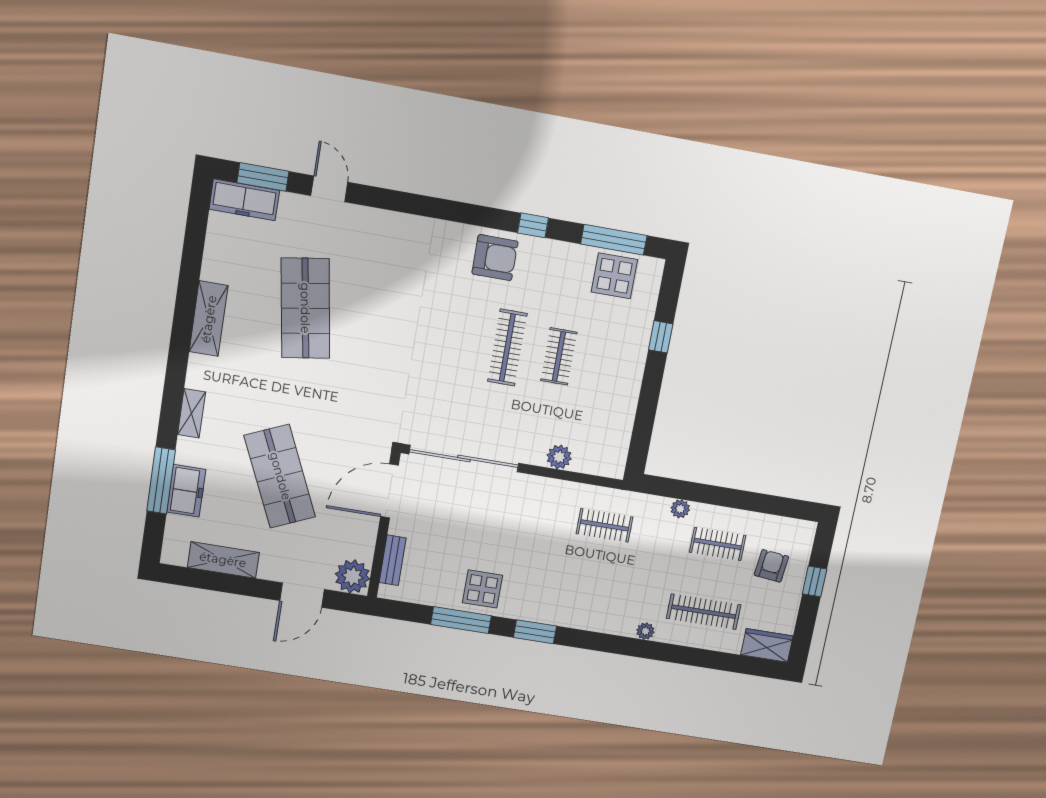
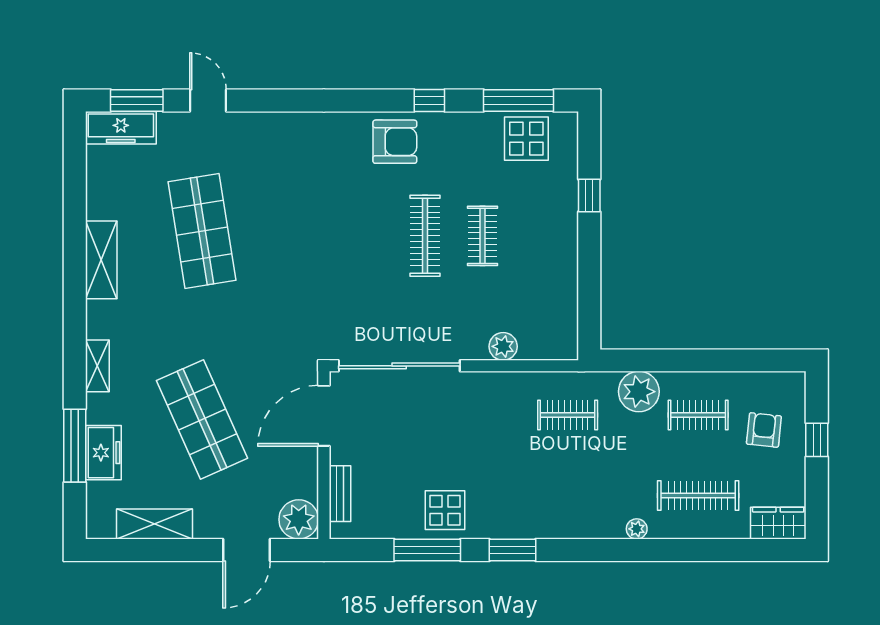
plant: (680, 509) -> (639, 392), width x1.87, depth x1.87

